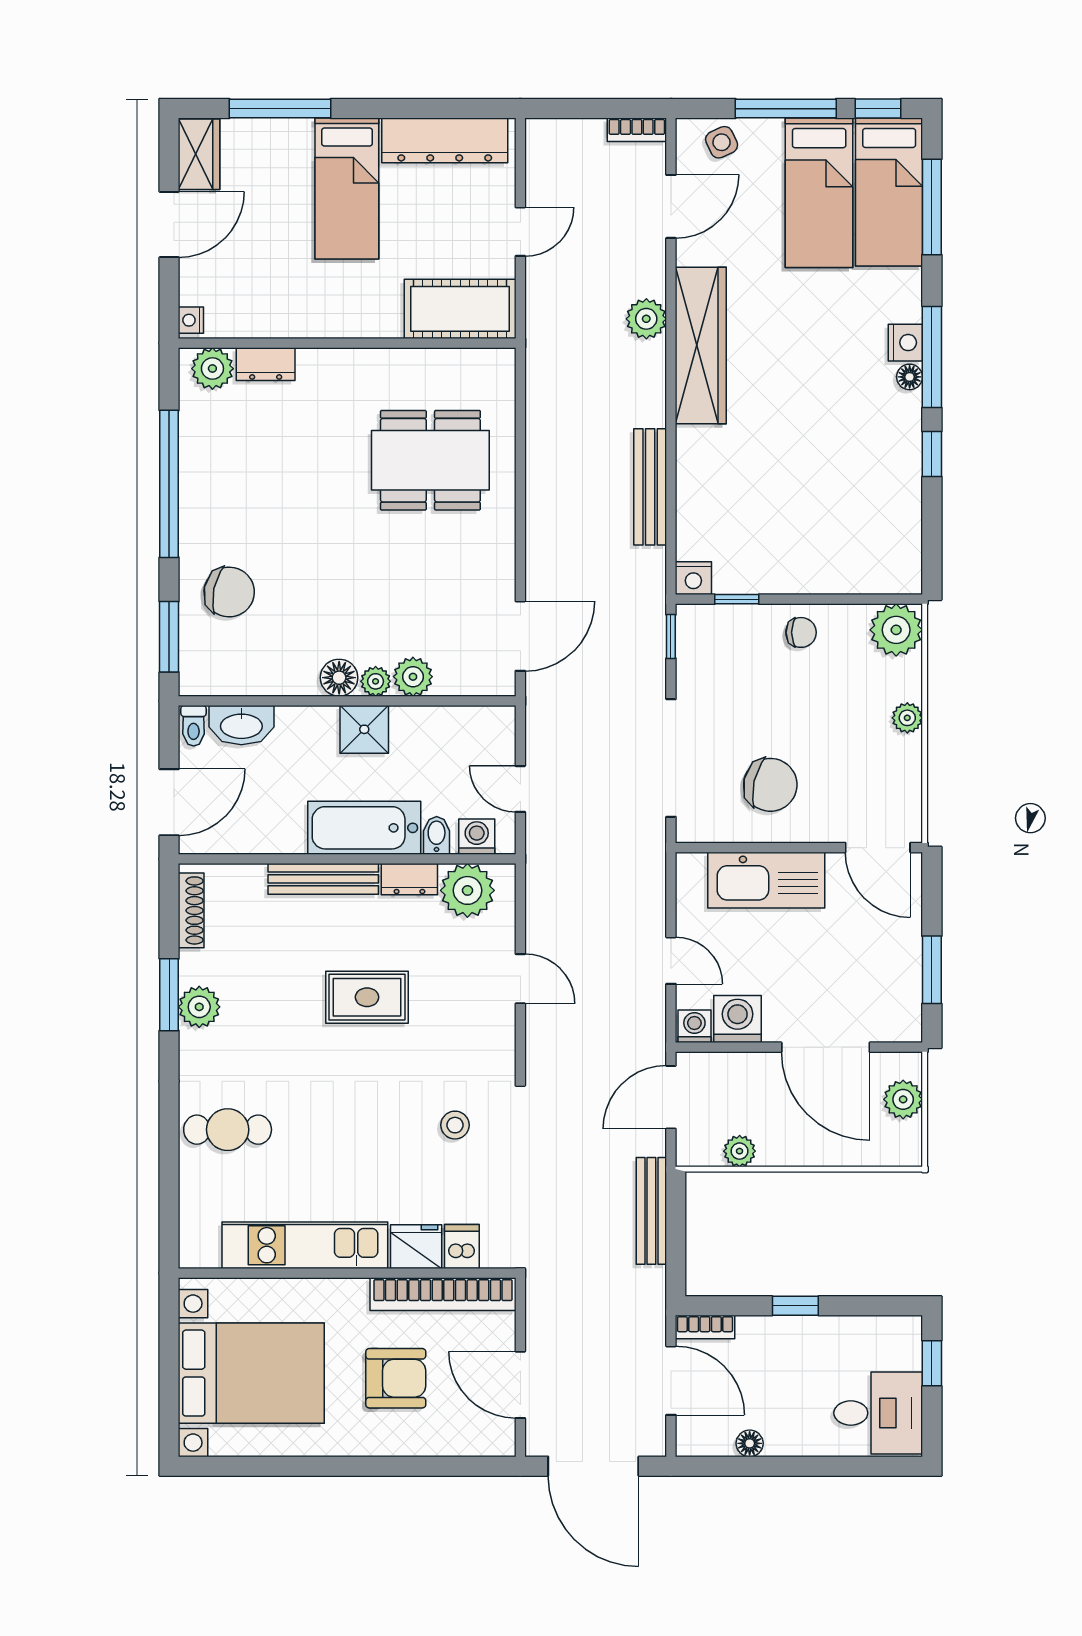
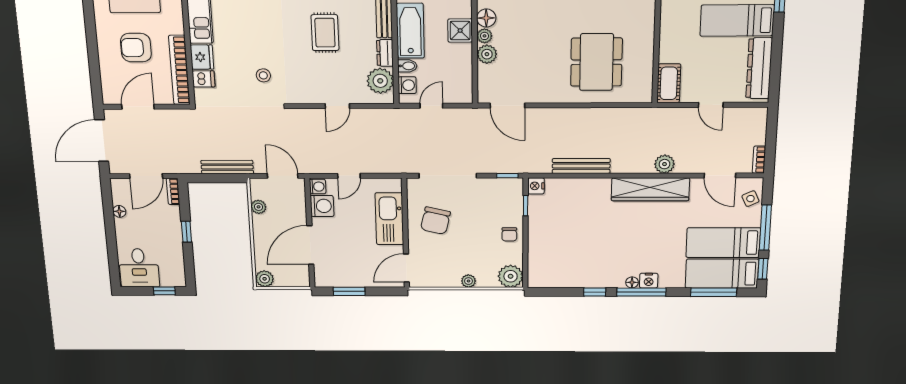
cot: (460, 309) -> (669, 83), width x0.73, depth x0.75
plant: (903, 1099) -> (265, 279), moved
armchair: (396, 1378) -> (136, 48), turned 90

